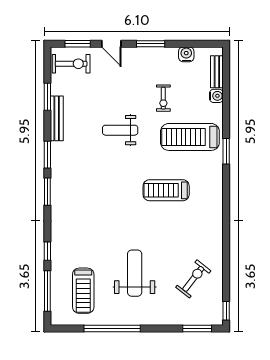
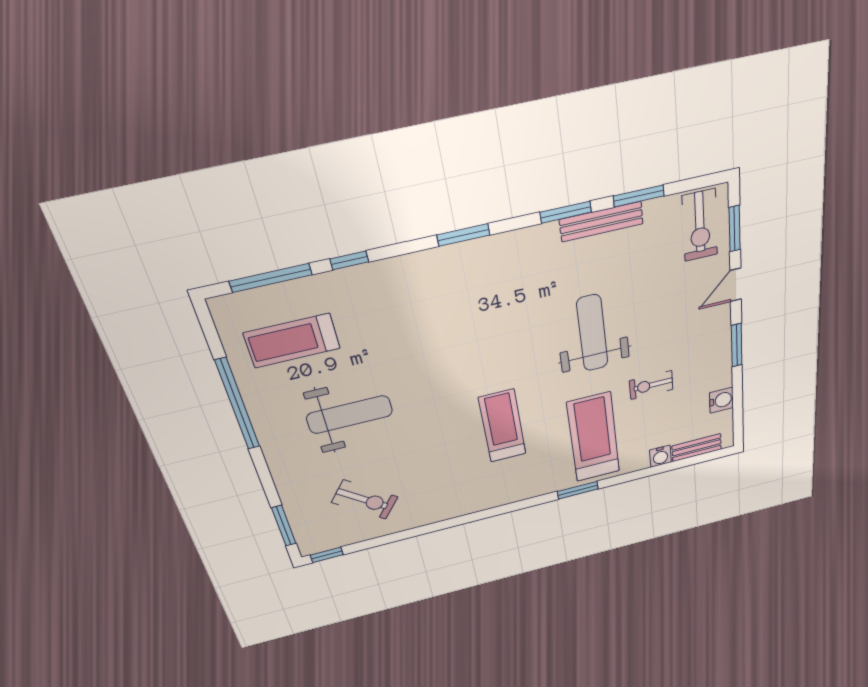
weight bench: (120, 130) -> (592, 333), width x1.36, depth x1.33
window: (47, 155) -> (566, 212), moved

